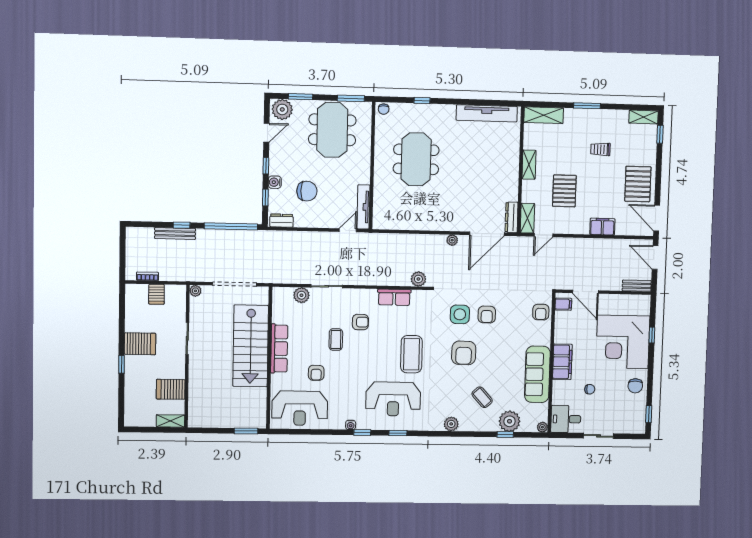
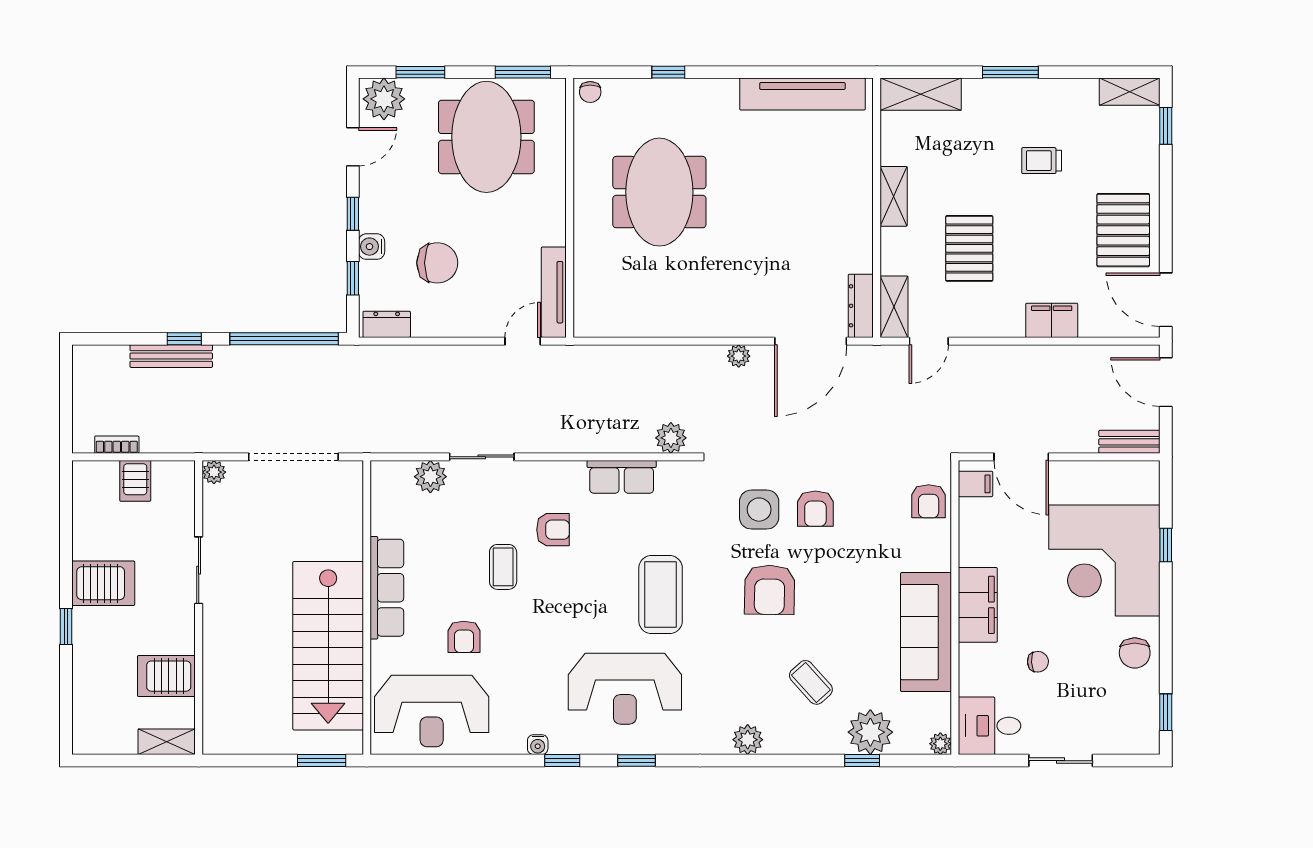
stairs: (251, 346) -> (328, 646), moved

